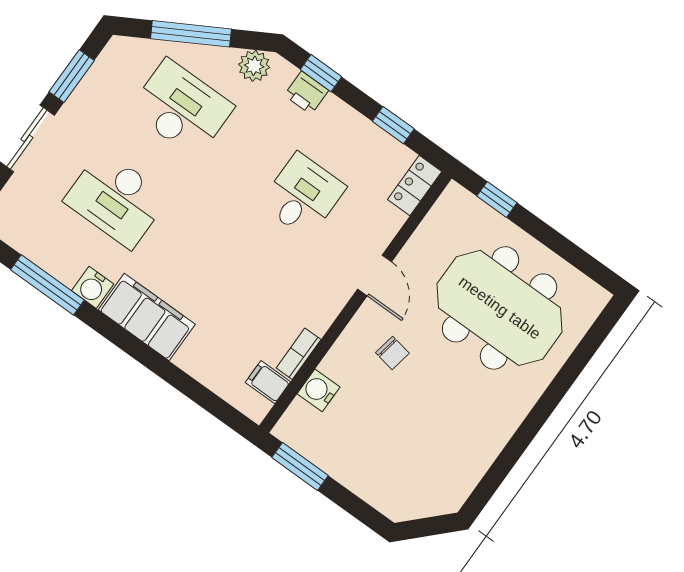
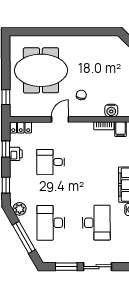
printer: (306, 93) -> (16, 154), moved
meeting table: (500, 308) -> (41, 70), turned 90

